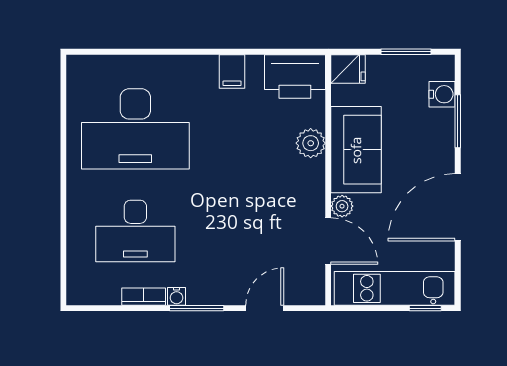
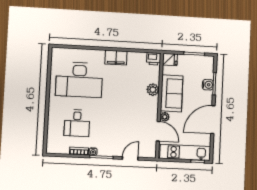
filing cabinet: (232, 71) -> (116, 58), width x2.00
printer: (295, 76) -> (154, 59), width x0.53, depth x0.68
water cooler: (442, 94) -> (208, 85), moved
desk: (135, 231) -> (77, 123), width x0.73

